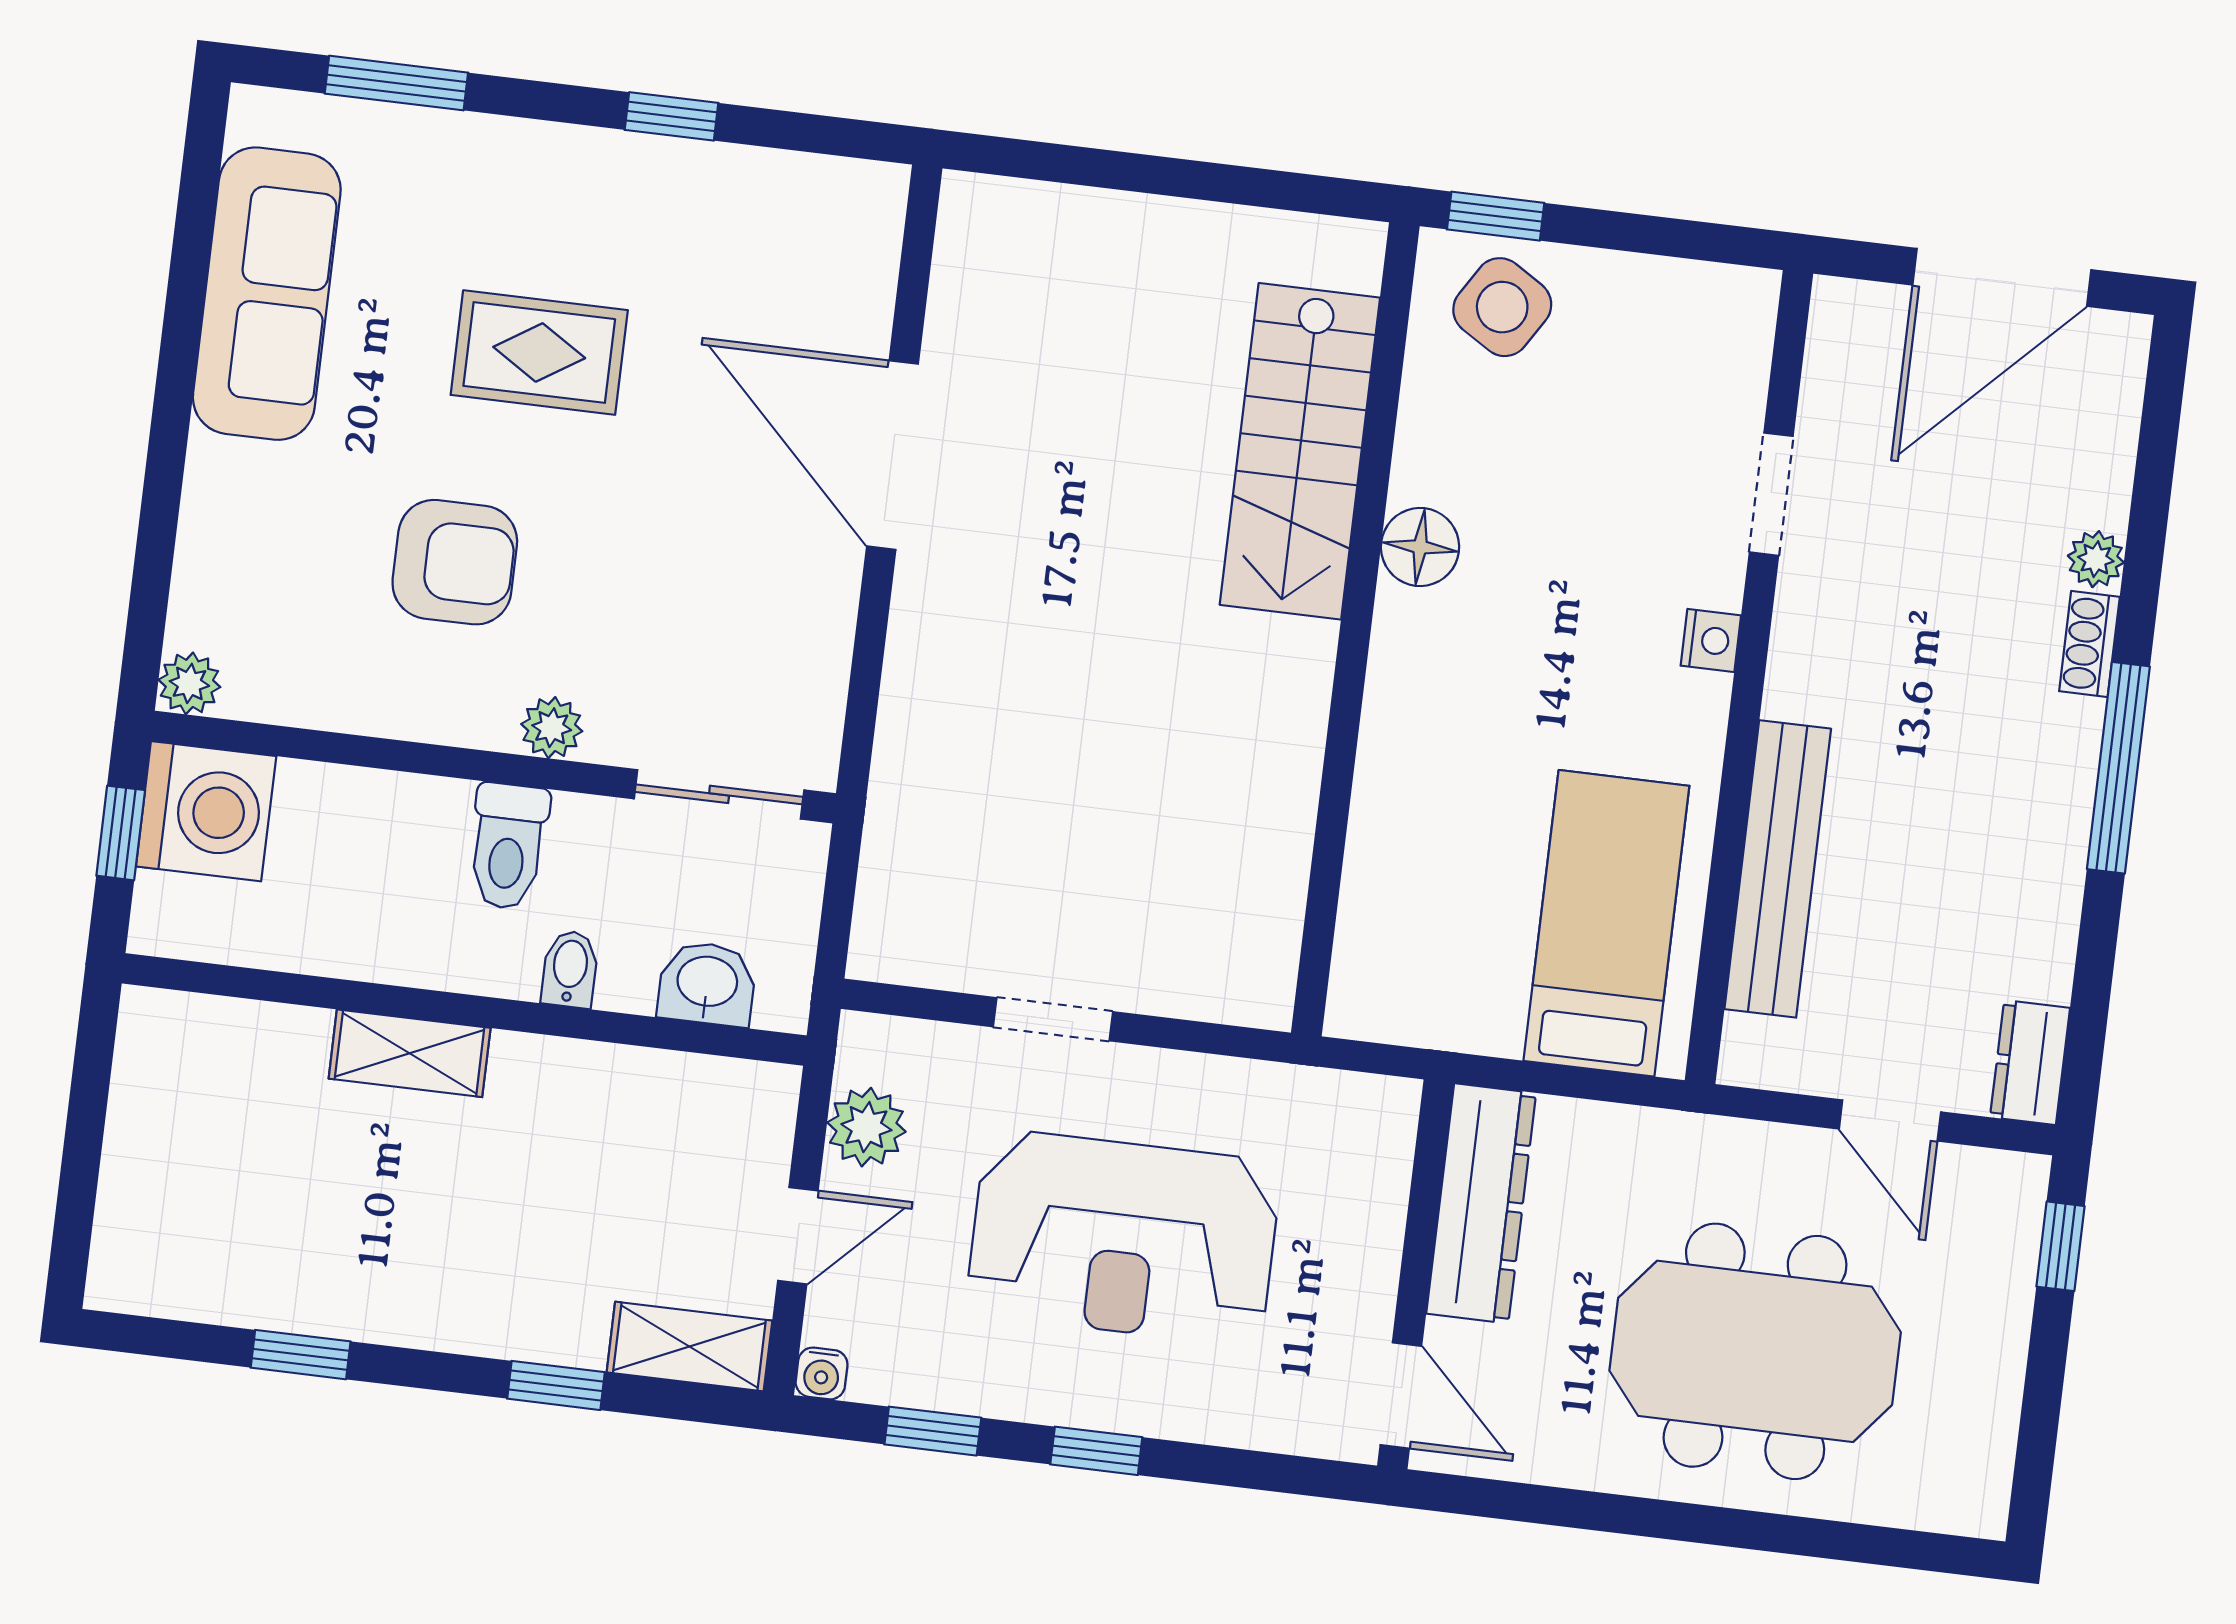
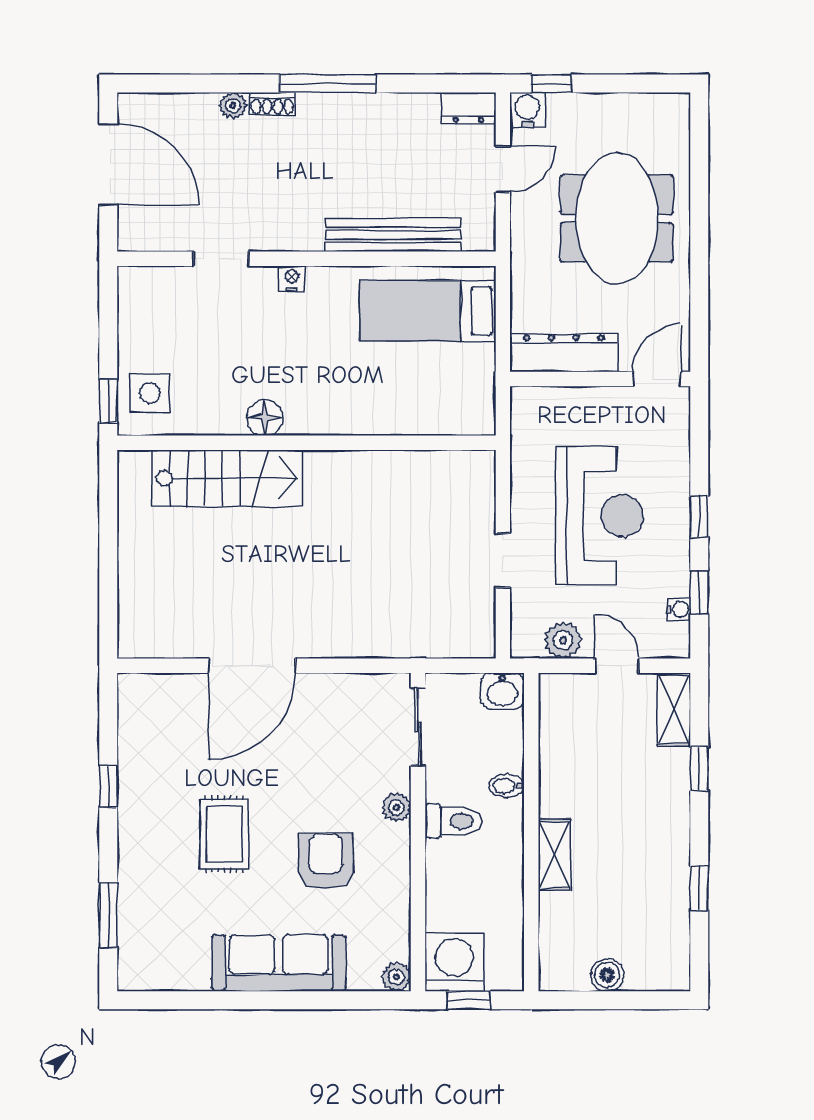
sofa: (267, 294) -> (279, 963), moved
side table: (1502, 307) -> (150, 393), turned -32
washbasin: (707, 984) -> (502, 691), moved, turned -90
boiler: (139, 1135) -> (607, 975), added
water cooler: (2010, 1189) -> (528, 110), added
water cooler: (822, 1373) -> (679, 609), moved

